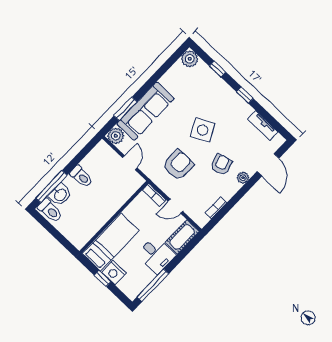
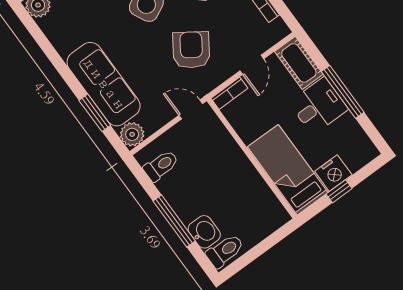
door: (130, 163) -> (191, 109), moved
armchair: (178, 165) -> (191, 50), turned 34
toilet: (81, 177) -> (161, 166), moved
window: (51, 187) -> (174, 221), moved
window: (153, 285) -> (343, 92), moved

